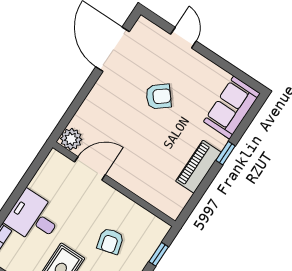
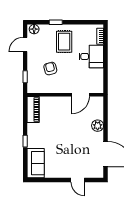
armchair: (159, 97) -> (71, 147), removed
plant: (71, 139) -> (98, 126), moved
piano: (198, 167) -> (33, 109), moved

